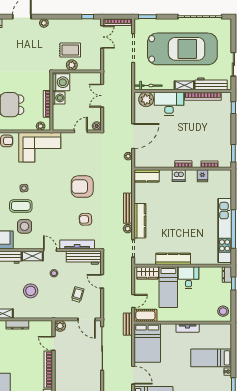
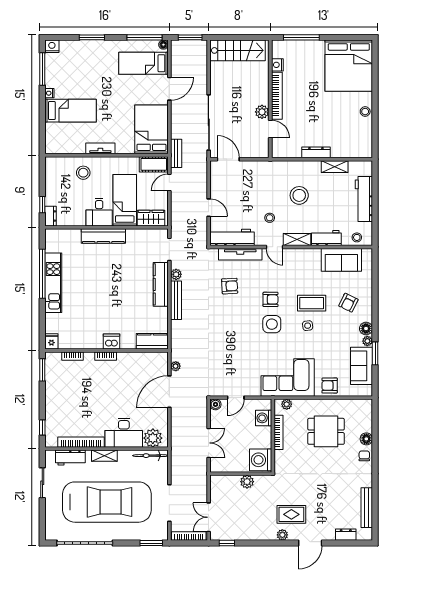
car: (182, 49) -> (107, 502), turned 180
rug: (70, 50) -> (291, 514), moved
workbench: (211, 84) -> (70, 458), width x0.73
washing machine: (59, 98) -> (264, 418), moved
fridge: (202, 176) -> (51, 341), moved
armchair: (82, 187) -> (271, 299), moved, width x0.53, depth x0.53
side table: (24, 226) -> (272, 324), moved
kitchen unit: (225, 231) -> (53, 283), width x0.73
kitchen counter: (173, 259) -> (103, 236), moved
trolley: (78, 294) -> (240, 191), removed
stool: (223, 311) -> (83, 173), moved
plant: (60, 326) -> (262, 112), moved
door: (133, 375) -> (169, 89), swing flipped

